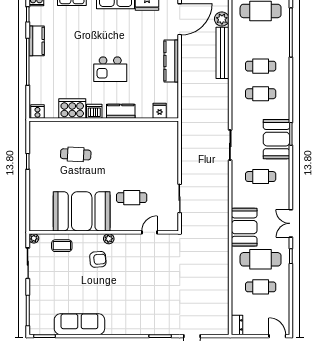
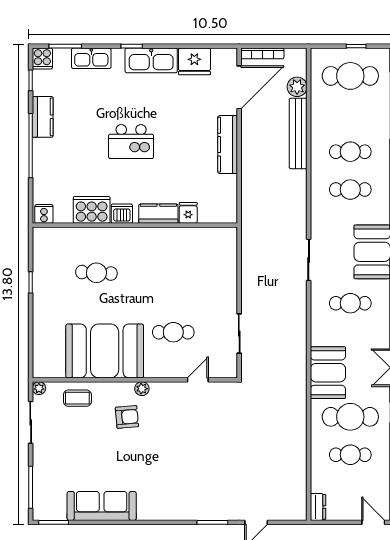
kitchen island: (110, 69) -> (131, 142), moved
fridge: (160, 111) -> (188, 213), moved

